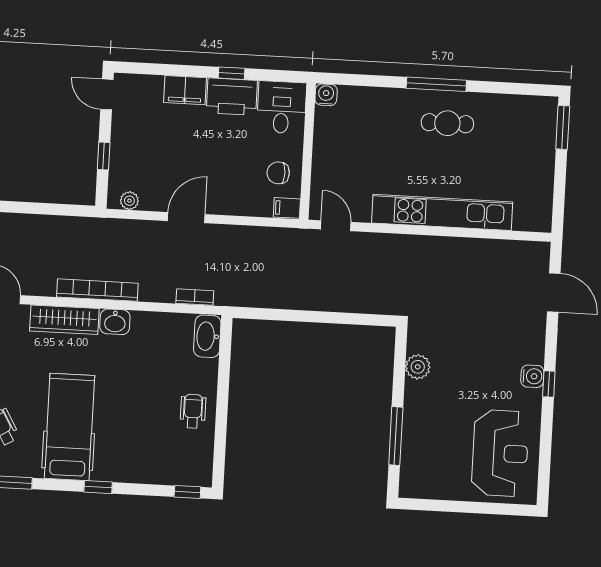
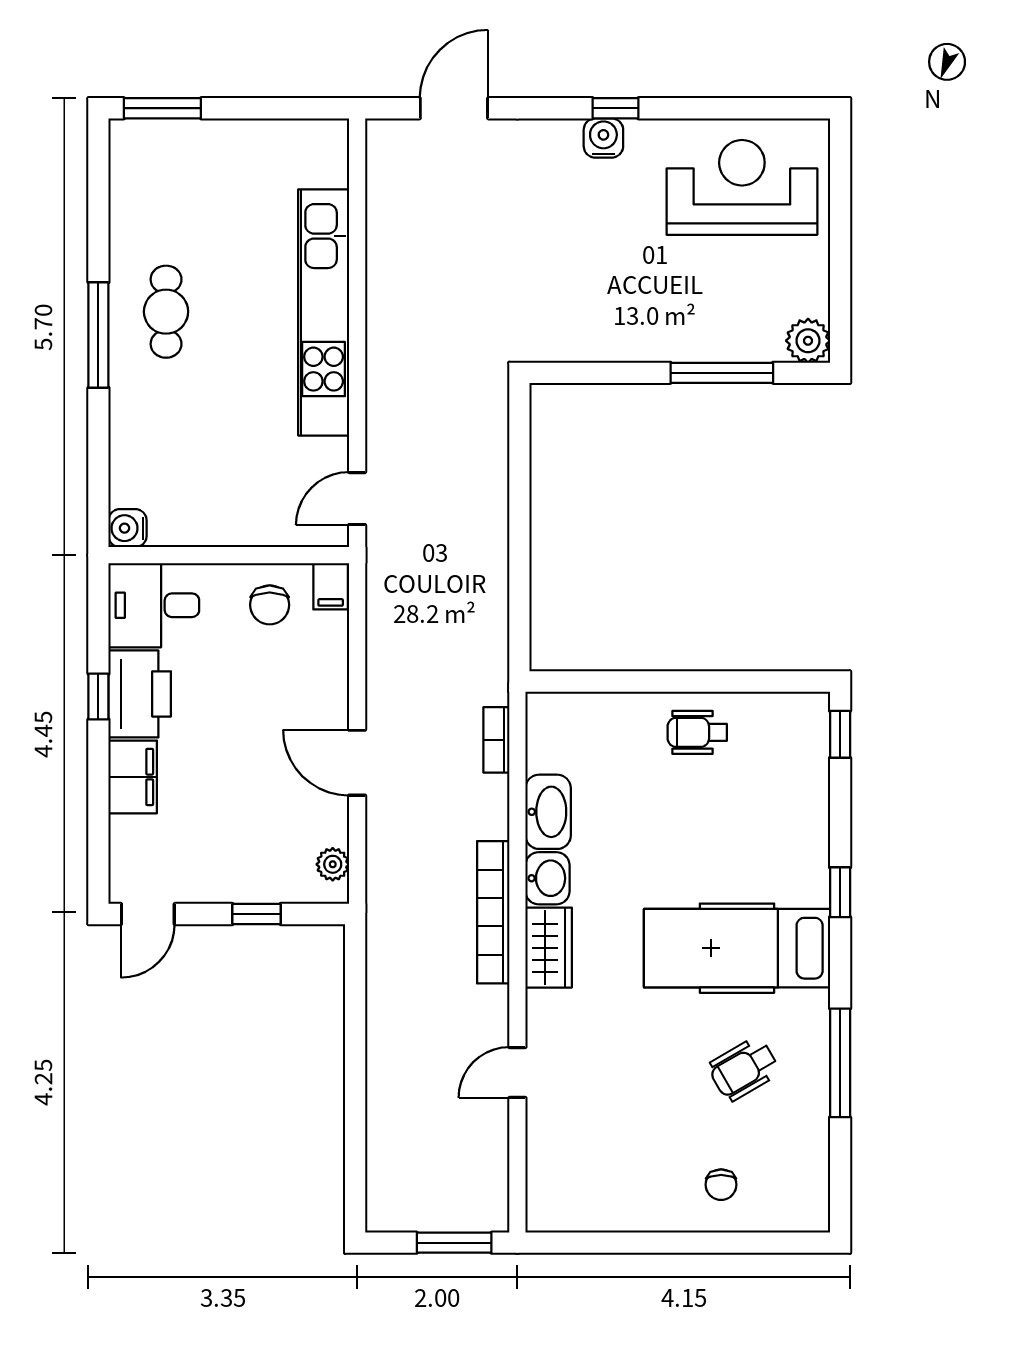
wardrobe: (64, 320) -> (549, 948), width x0.67
washbasin: (207, 336) -> (548, 812), moved, turned -90
plant: (418, 367) -> (808, 341), moved

